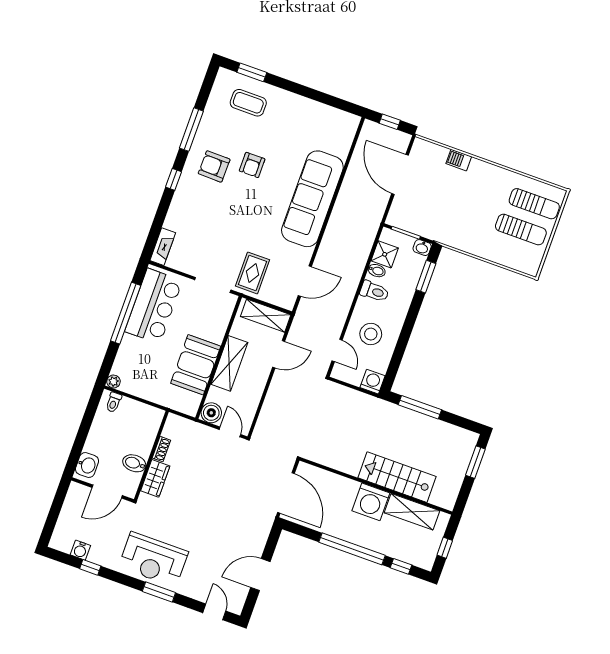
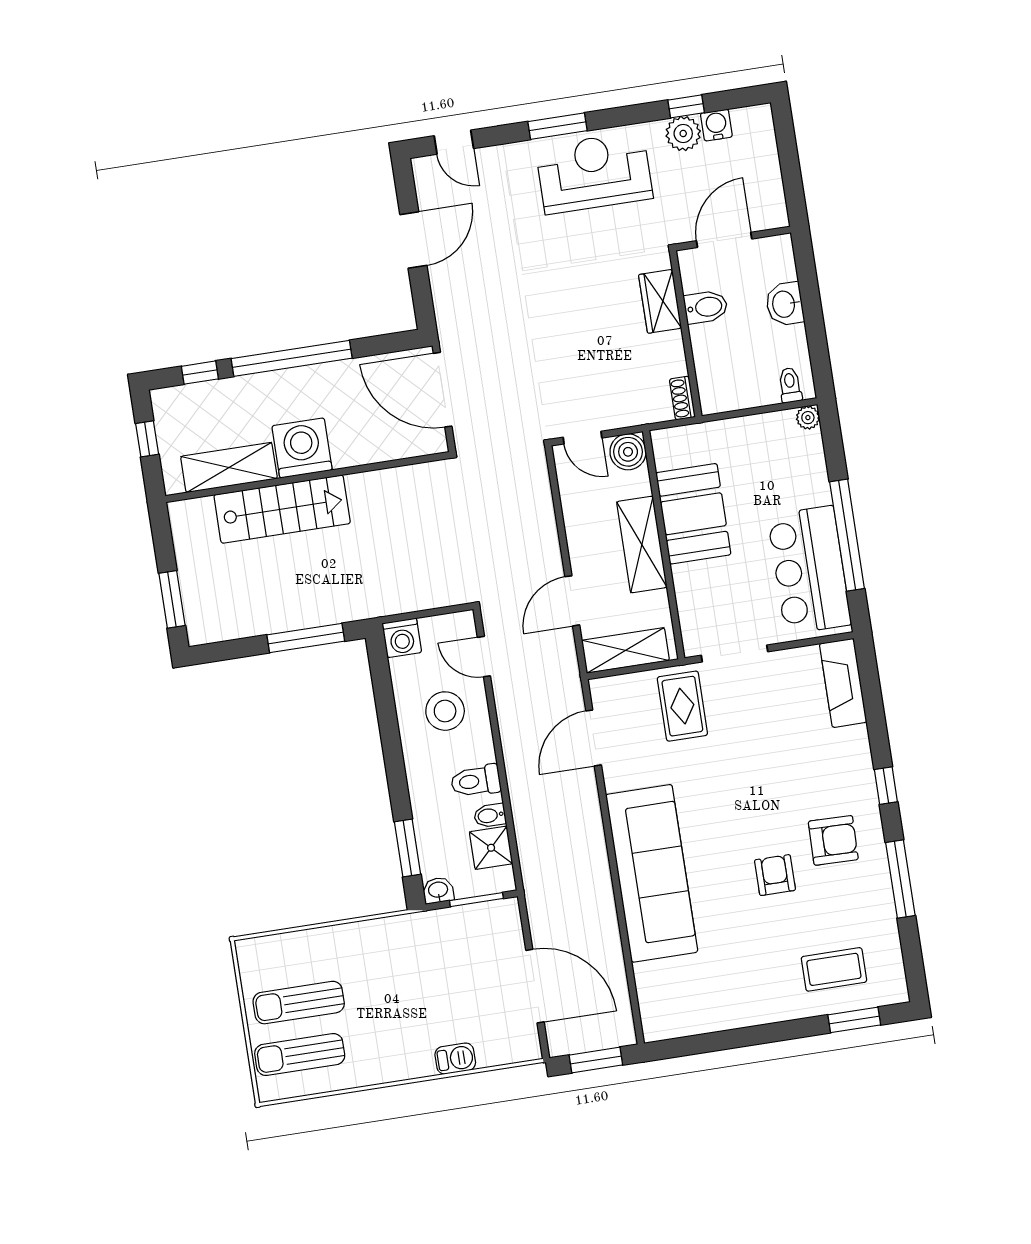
window: (390, 122) -> (596, 1060), width x1.50
fireplace: (163, 247) -> (843, 683), width x1.37, depth x1.32
shoe rack: (161, 449) -> (682, 398), moved
washbasin: (87, 465) -> (785, 304), moved
plant: (99, 555) -> (683, 133), added

